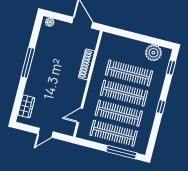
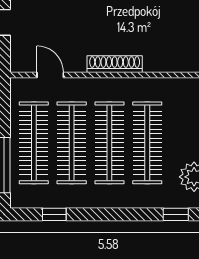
shoe rack: (87, 64) -> (115, 64), moved
window: (161, 107) -> (54, 214), moved

